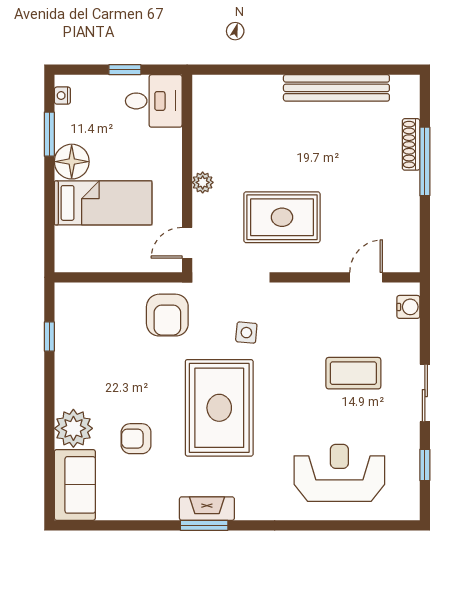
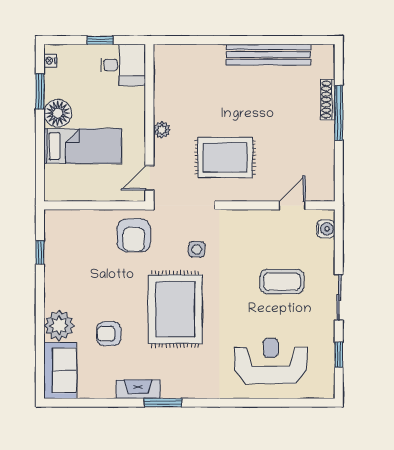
fireplace: (207, 509) -> (138, 389), moved

